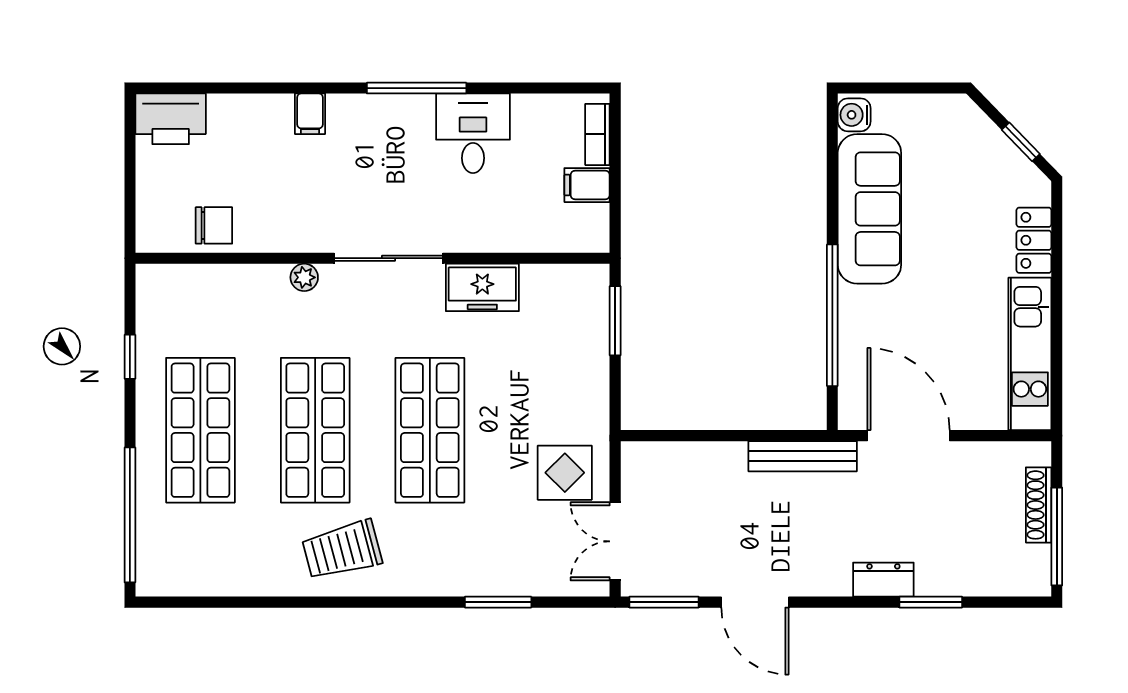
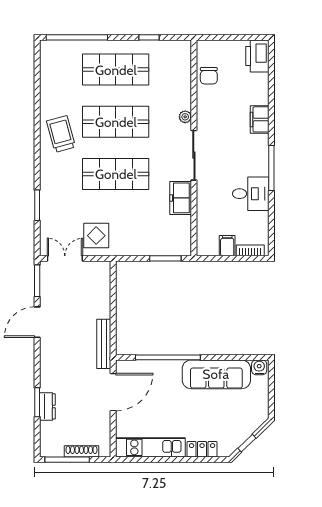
filing cabinet: (310, 114) -> (260, 119), width x2.00
dresser: (883, 580) -> (47, 406), moved

